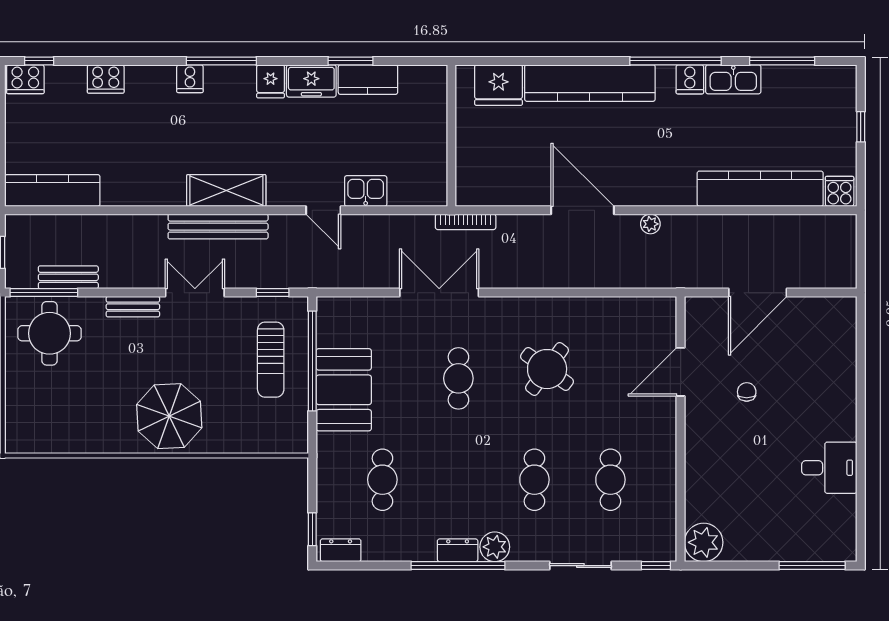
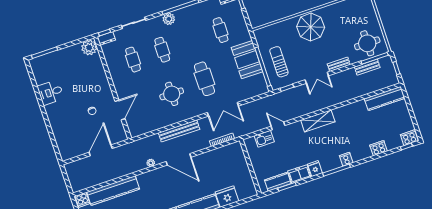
wall: (451, 136) -> (250, 167), moved
bench: (218, 227) -> (179, 131), moved
round table: (547, 369) -> (172, 94), turned -36
cafe table: (458, 378) -> (204, 79), width x1.37, depth x1.35
dresser: (458, 550) -> (106, 38), moved

